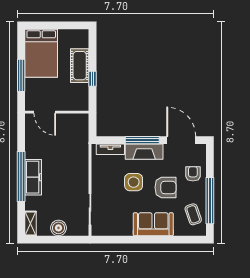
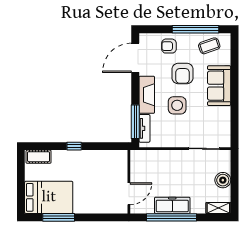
cot: (80, 66) -> (39, 157), moved, width x0.73, depth x0.75
window: (21, 75) -> (59, 217), moved
door: (45, 112) -> (129, 194), moved
wall: (57, 112) -> (129, 182), moved
window: (142, 140) -> (135, 122), moved
armchair: (165, 187) -> (183, 73), turned 180

